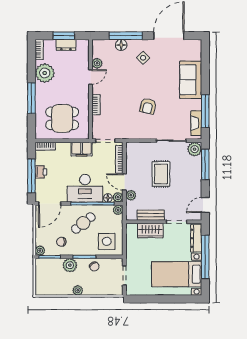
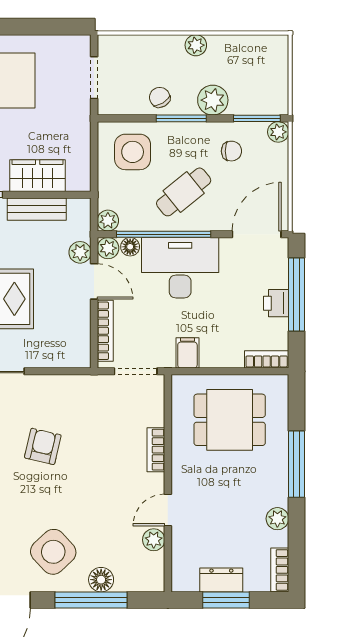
side table: (143, 58) -> (53, 552), width x1.87, depth x1.87
plant: (45, 73) -> (277, 519), width x0.53, depth x0.53
filing cabinet: (82, 149) -> (187, 353), width x0.50

